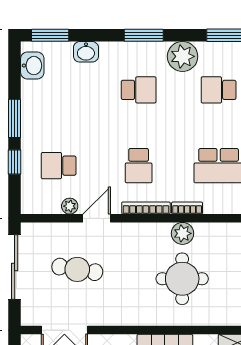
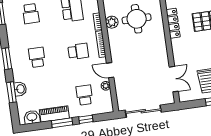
window: (50, 35) -> (11, 92), moved
plant: (183, 56) -> (15, 36), removed
piano: (32, 107) -> (54, 114), added
school desk: (59, 166) -> (84, 95), turned 180
cafe table: (77, 269) -> (140, 77), removed

